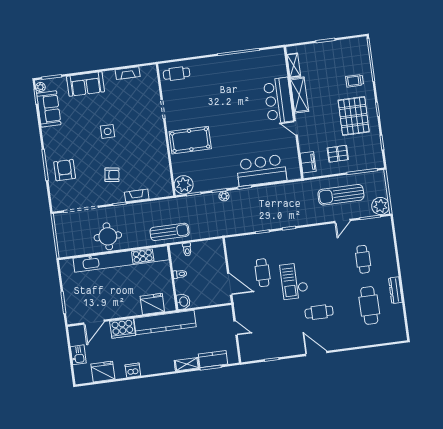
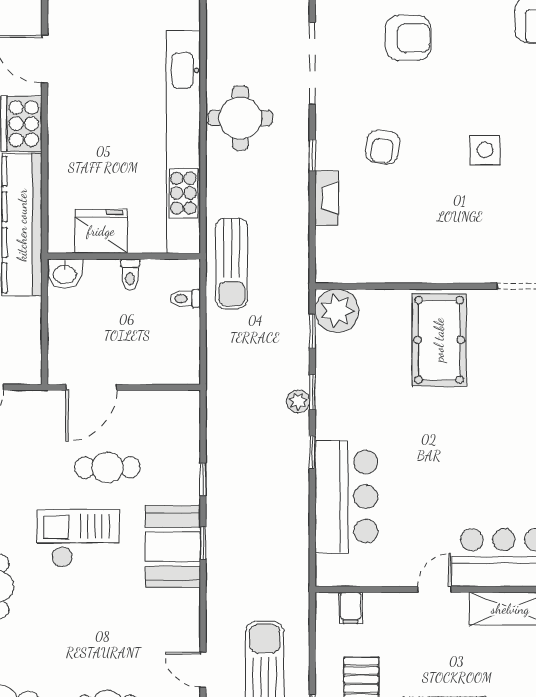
filing cabinet: (308, 162) -> (351, 608), width x0.50
booth: (292, 241) -> (173, 547), added
fridge: (152, 304) -> (101, 231), moved, turned -90

